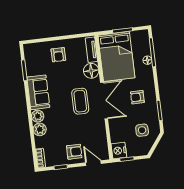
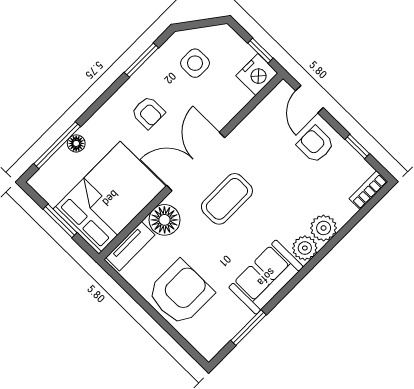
armchair: (58, 55) -> (180, 293), width x1.88, depth x1.88

